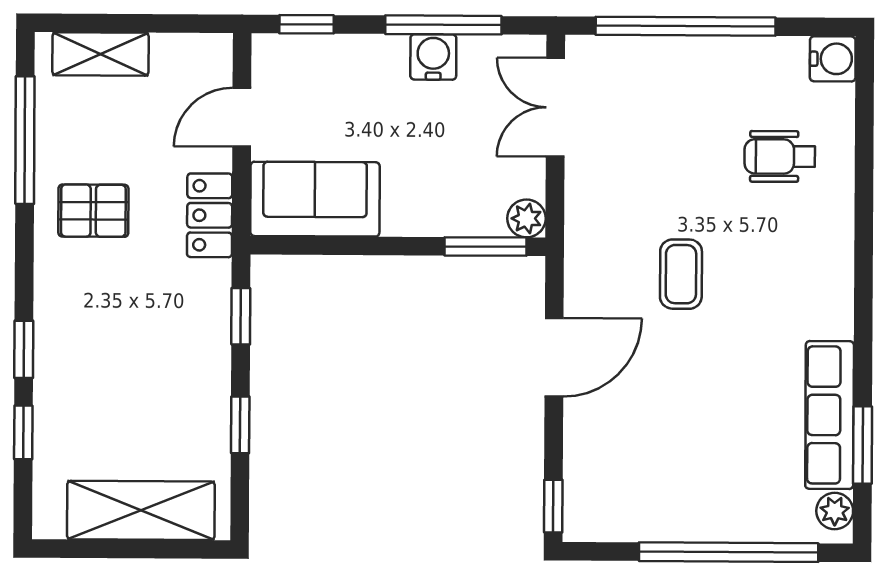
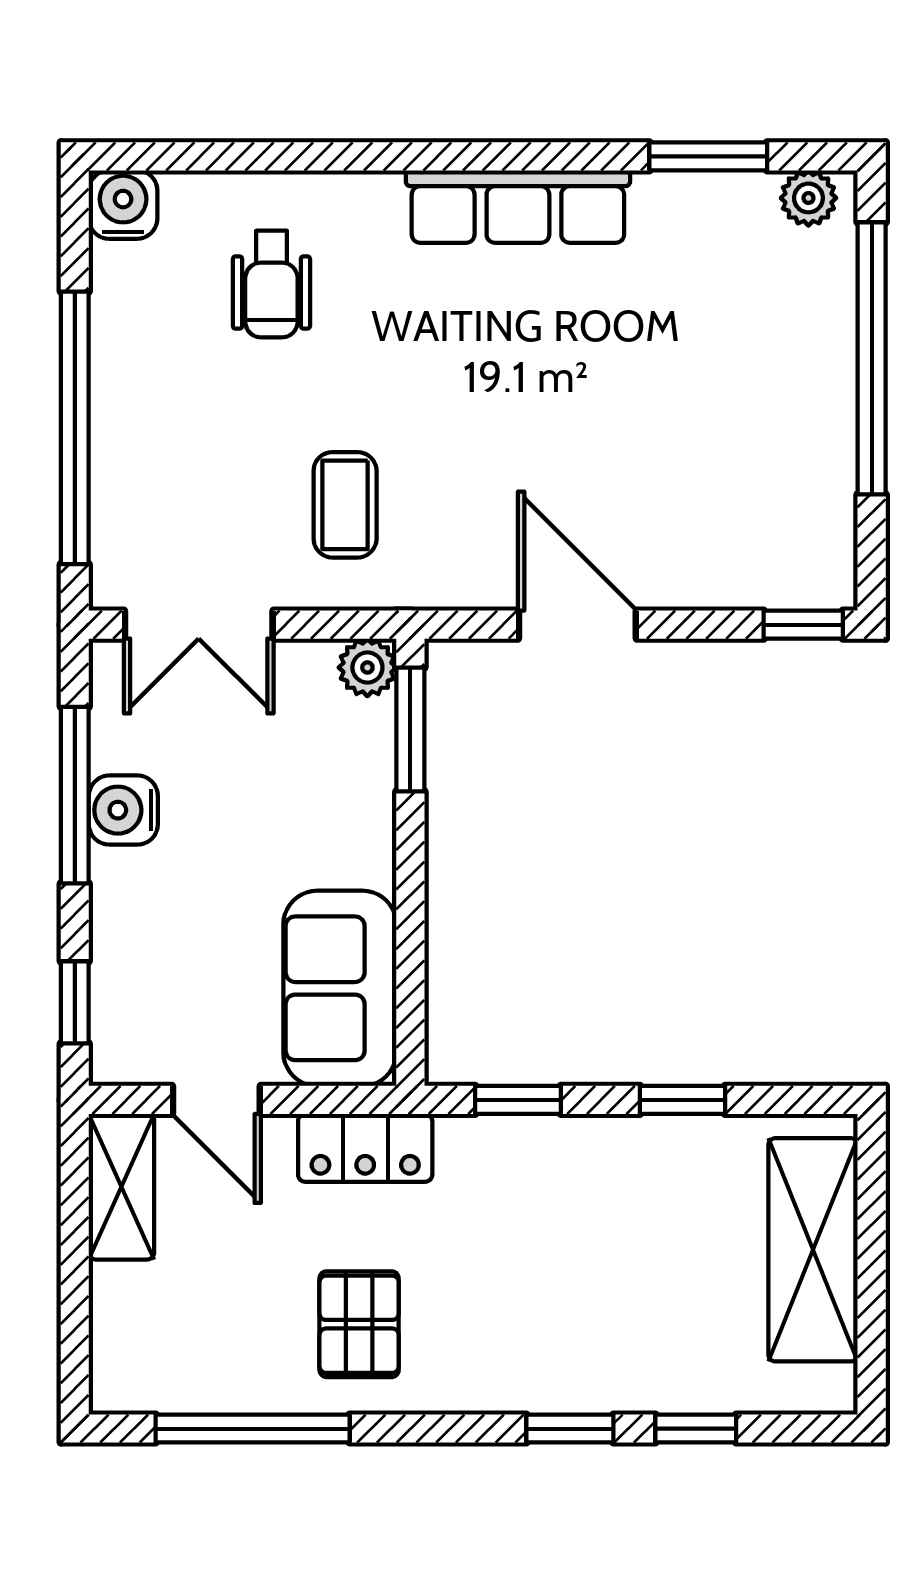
shelving: (100, 54) -> (121, 1187), moved
coffee table: (681, 274) -> (345, 505), moved, turned 90
row of seats: (830, 415) -> (518, 207), moved

